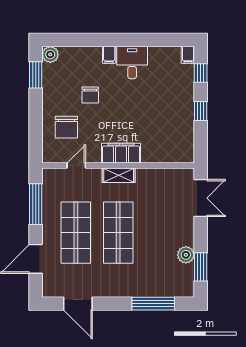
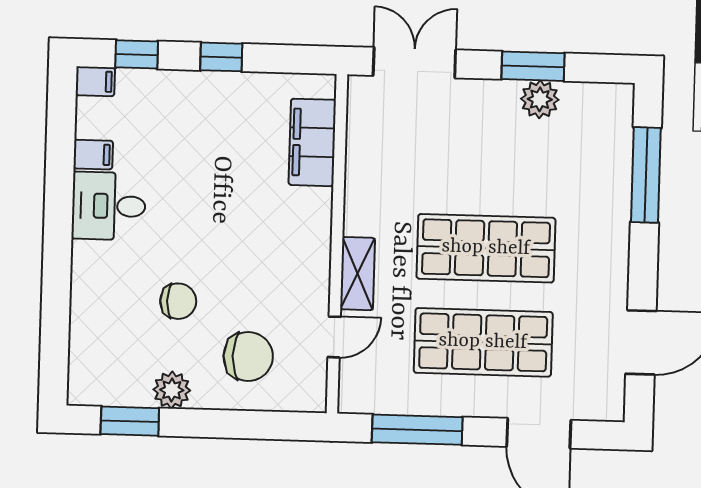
plant: (50, 54) -> (172, 390), moved
filing cabinet: (109, 55) -> (93, 155), moved
filing cabinet: (121, 153) -> (312, 142), moved
door: (76, 166) -> (334, 337), swing flipped
shelving: (119, 175) -> (358, 274), moved
window: (201, 267) -> (533, 66), moved

